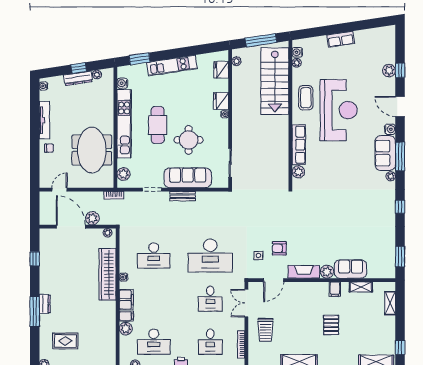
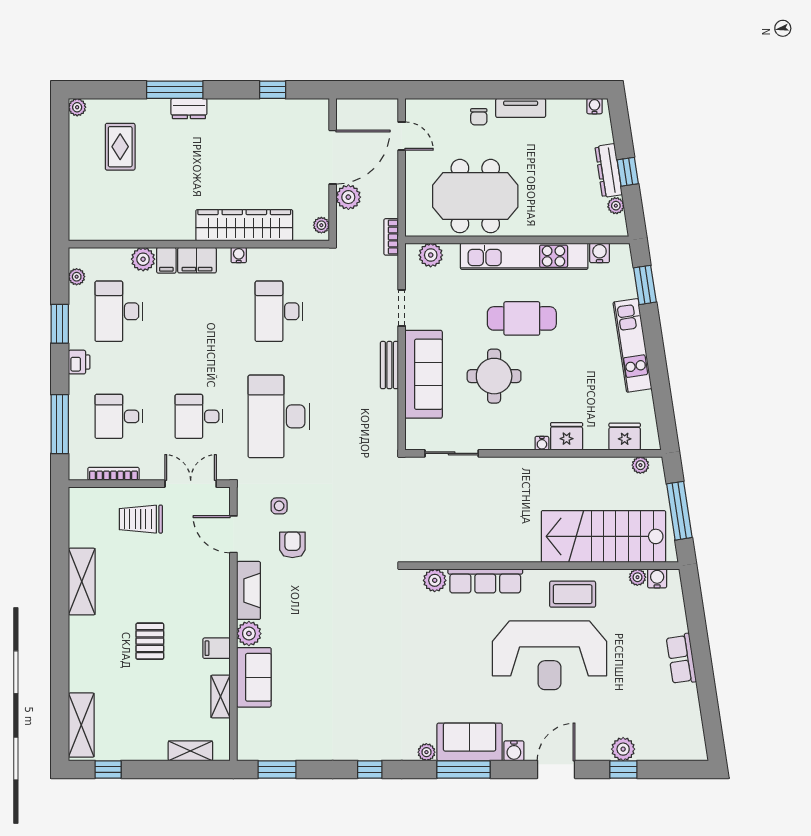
tv unit: (44, 120) -> (521, 108), width x0.71
pallet: (331, 325) -> (150, 641), turned 90

